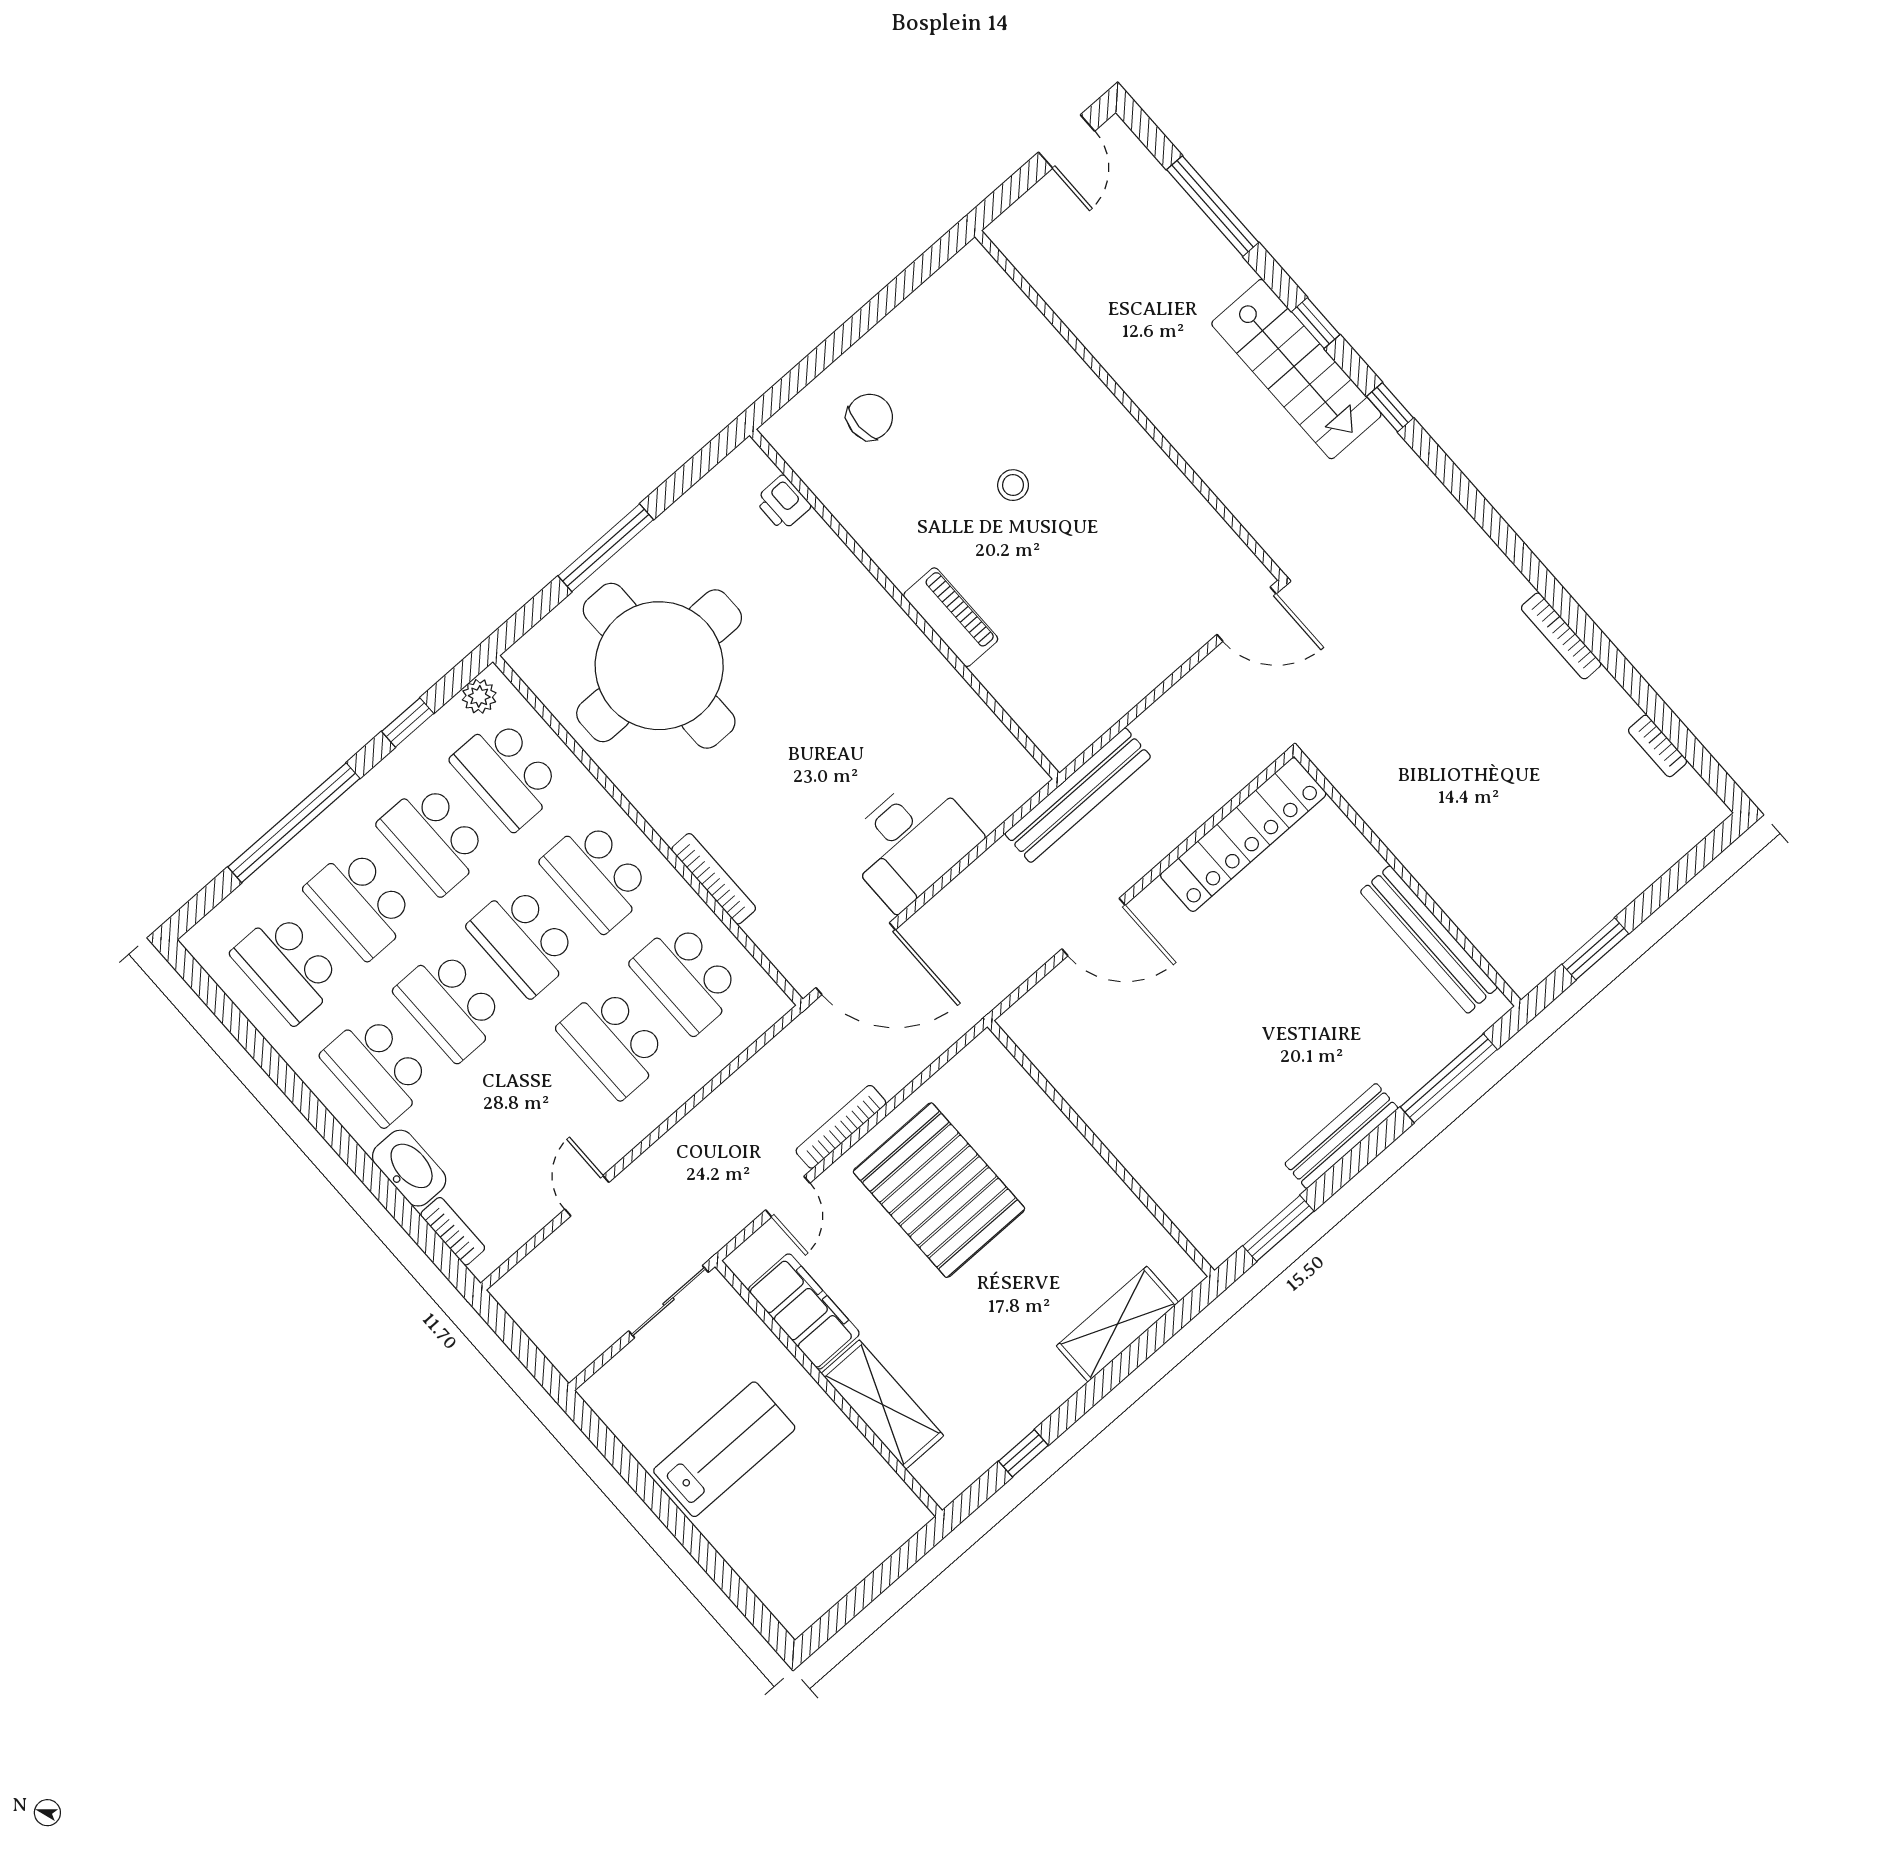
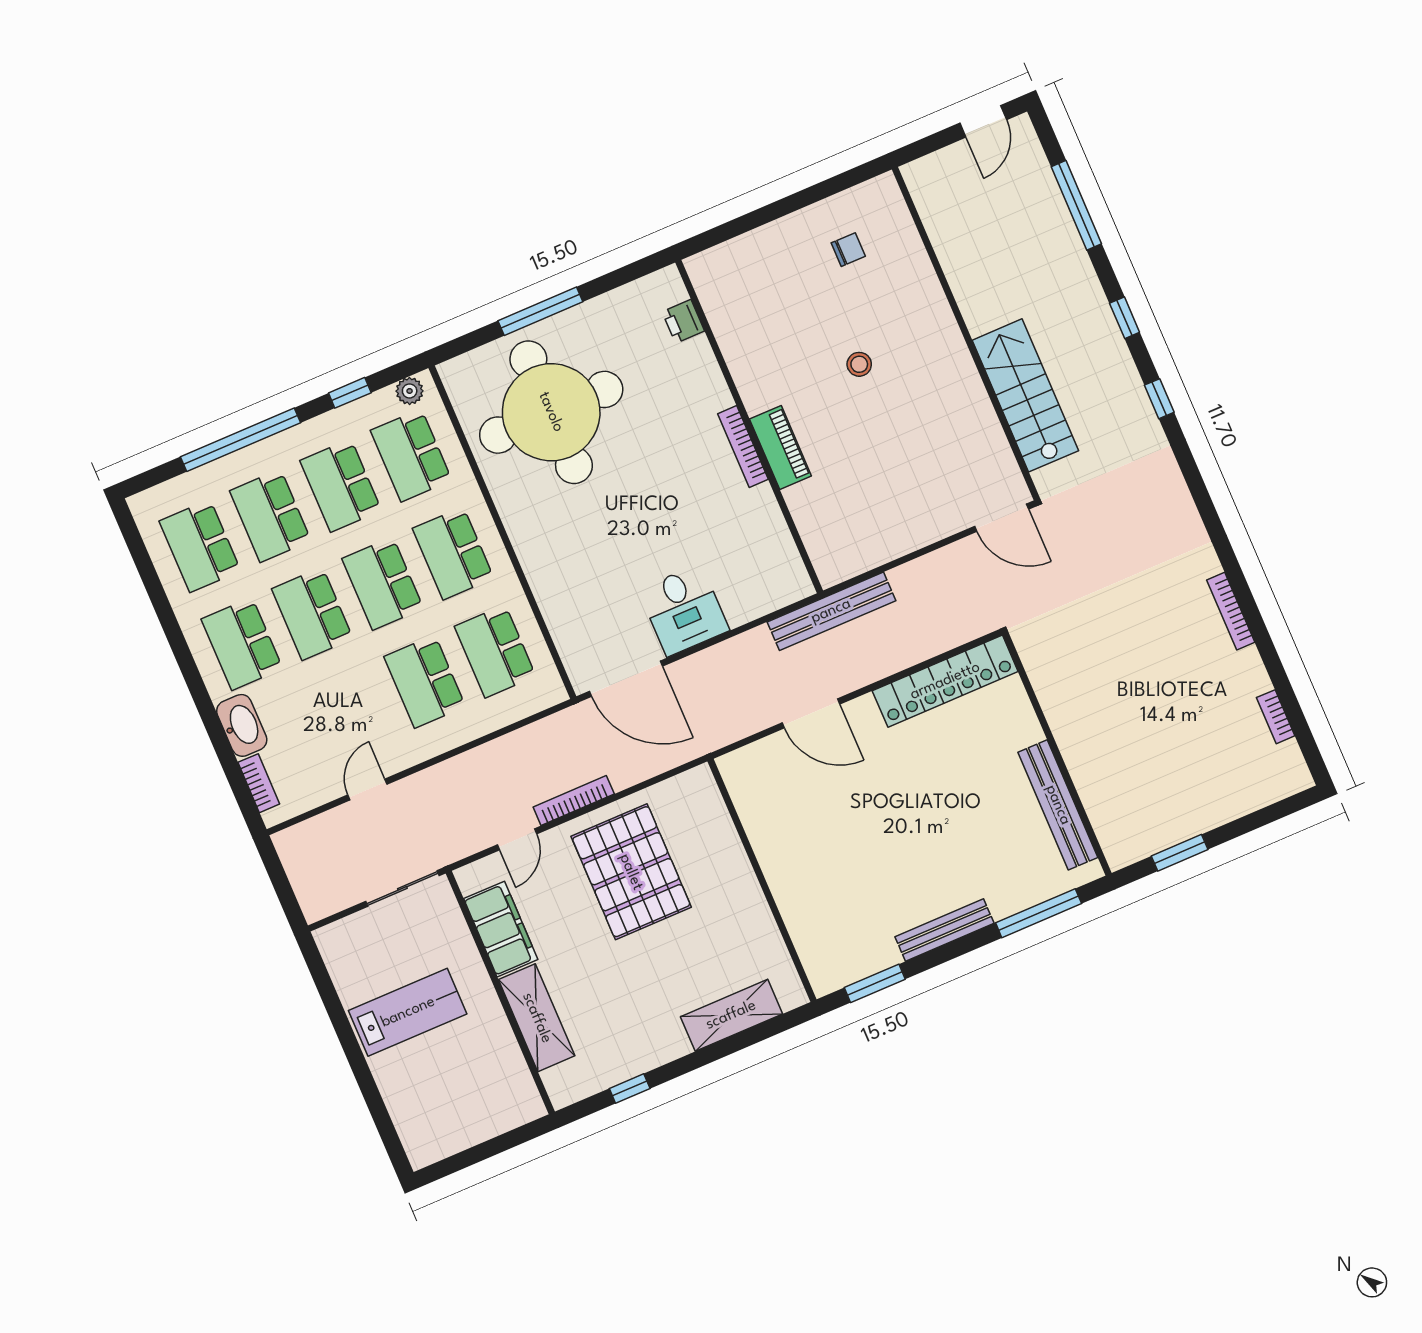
stairs: (1296, 369) -> (1025, 395), moved, turned 180
chair: (870, 417) -> (848, 250), moved, width x0.73, depth x0.73
desk: (911, 842) -> (684, 610), width x0.73
bookcase: (714, 879) -> (743, 447), moved, turned 180

